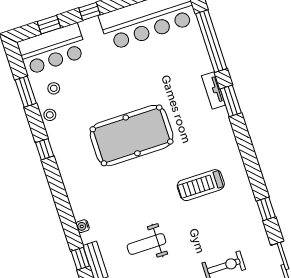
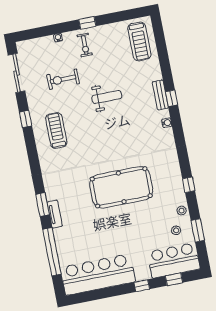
treadmill: (201, 185) -> (56, 131), moved, turned -90
weight bench: (146, 244) -> (107, 97), moved

